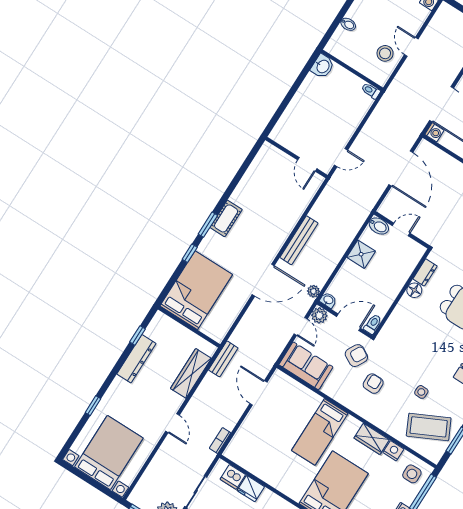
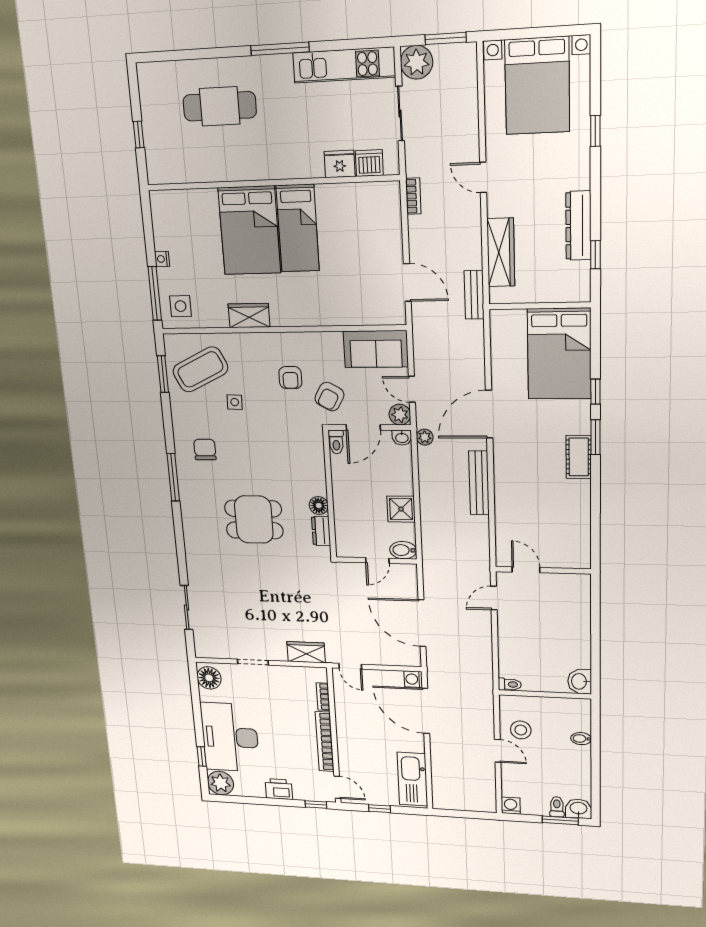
bed: (320, 432) -> (298, 228), moved, turned 180
nightstand: (393, 451) -> (217, 318), removed

